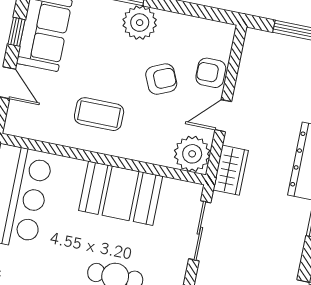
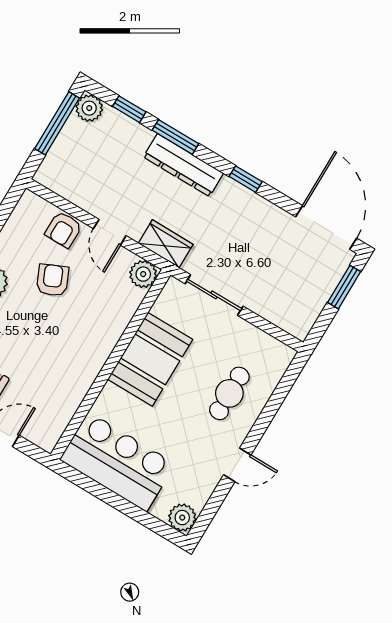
coffee table: (99, 114) -> (65, 353), removed
plant: (192, 154) -> (143, 274), width x0.73, depth x0.73

